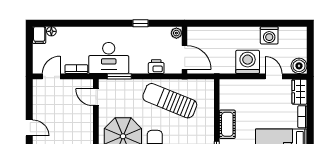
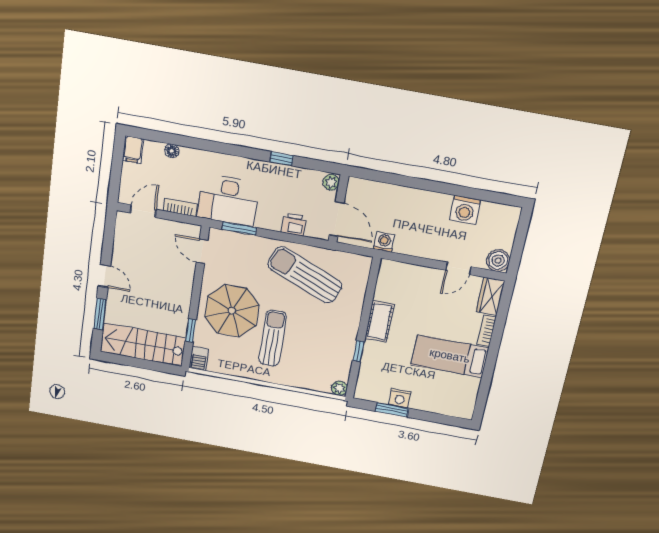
floor lamp: (51, 31) -> (172, 151), moved
washing machine: (248, 62) -> (384, 242), moved, width x0.53, depth x0.53
door: (274, 76) -> (458, 268), swing flipped

